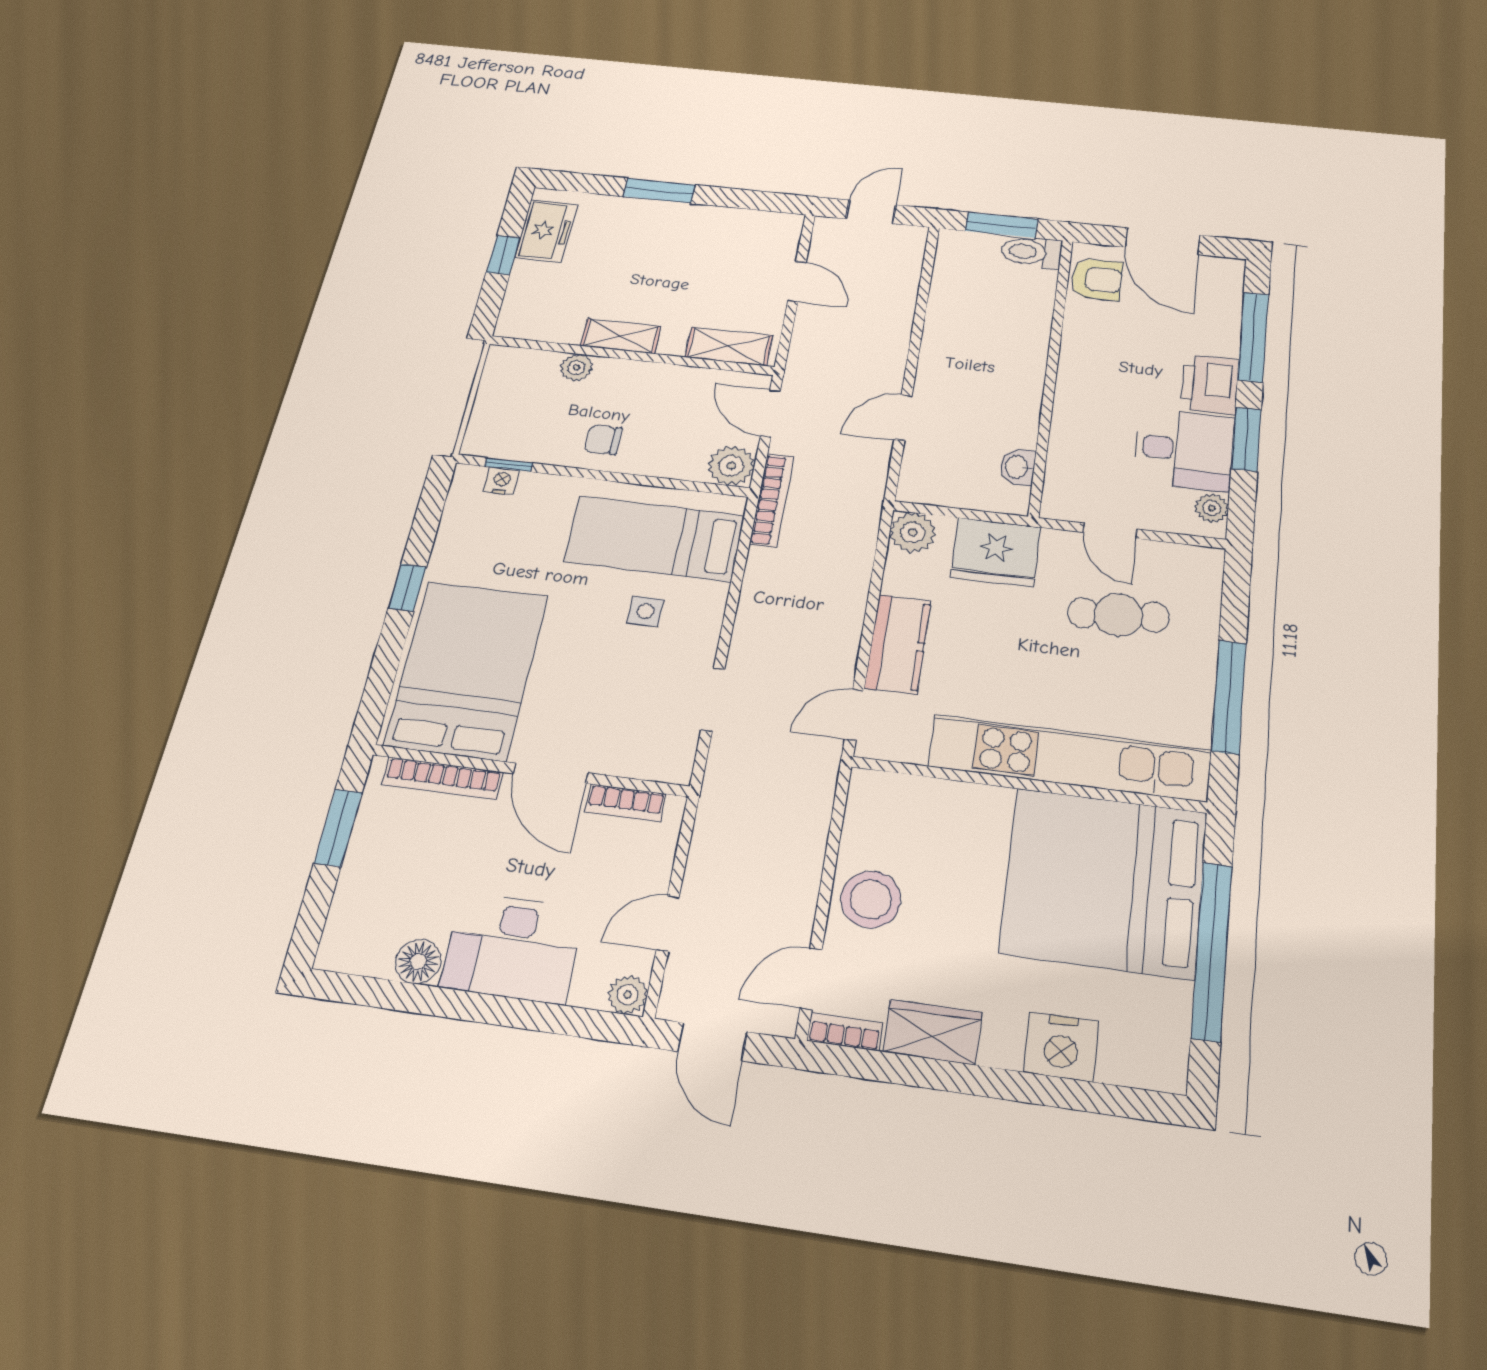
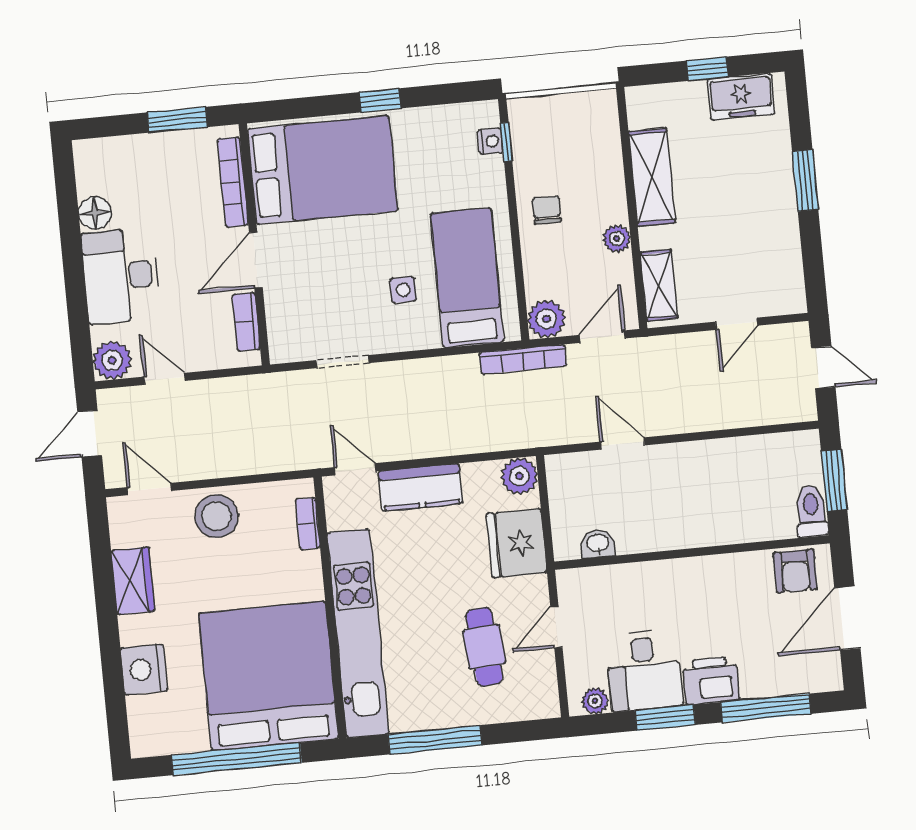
shelving: (621, 336) -> (652, 177), width x1.50, depth x1.33
plant: (577, 367) -> (617, 239), moved
plant: (628, 995) -> (112, 360), width x1.38, depth x1.38
bookcase: (845, 1032) -> (308, 523), moved, turned 180

